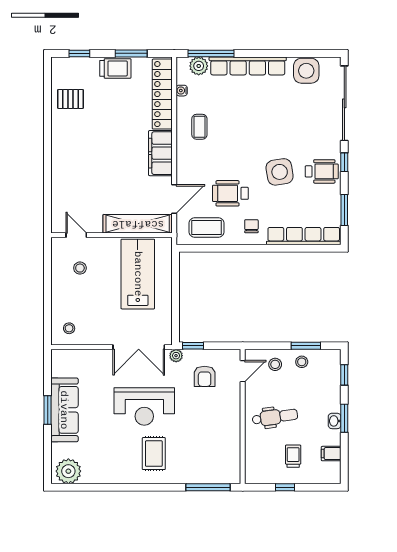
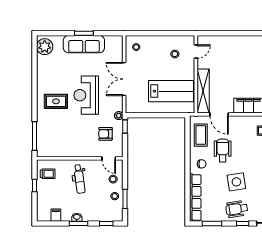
wheelchair: (322, 171) -> (237, 209), turned 81
double door: (139, 347) -> (124, 79), moved
trolley: (293, 456) -> (48, 174), moved

